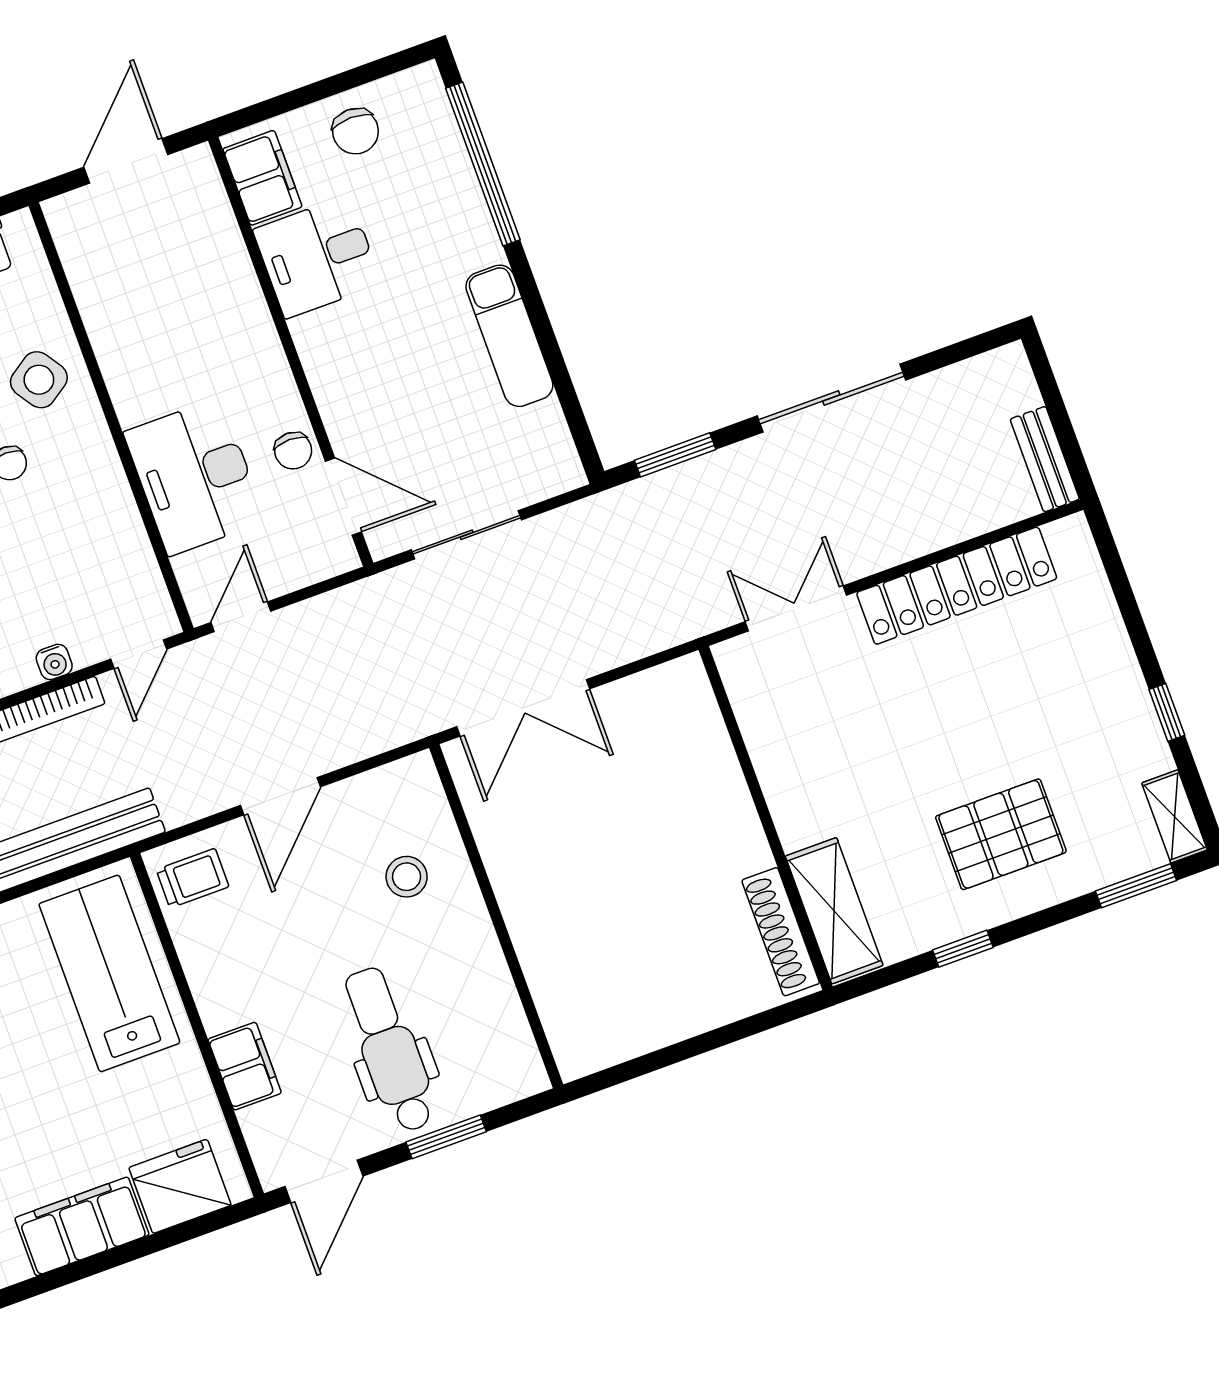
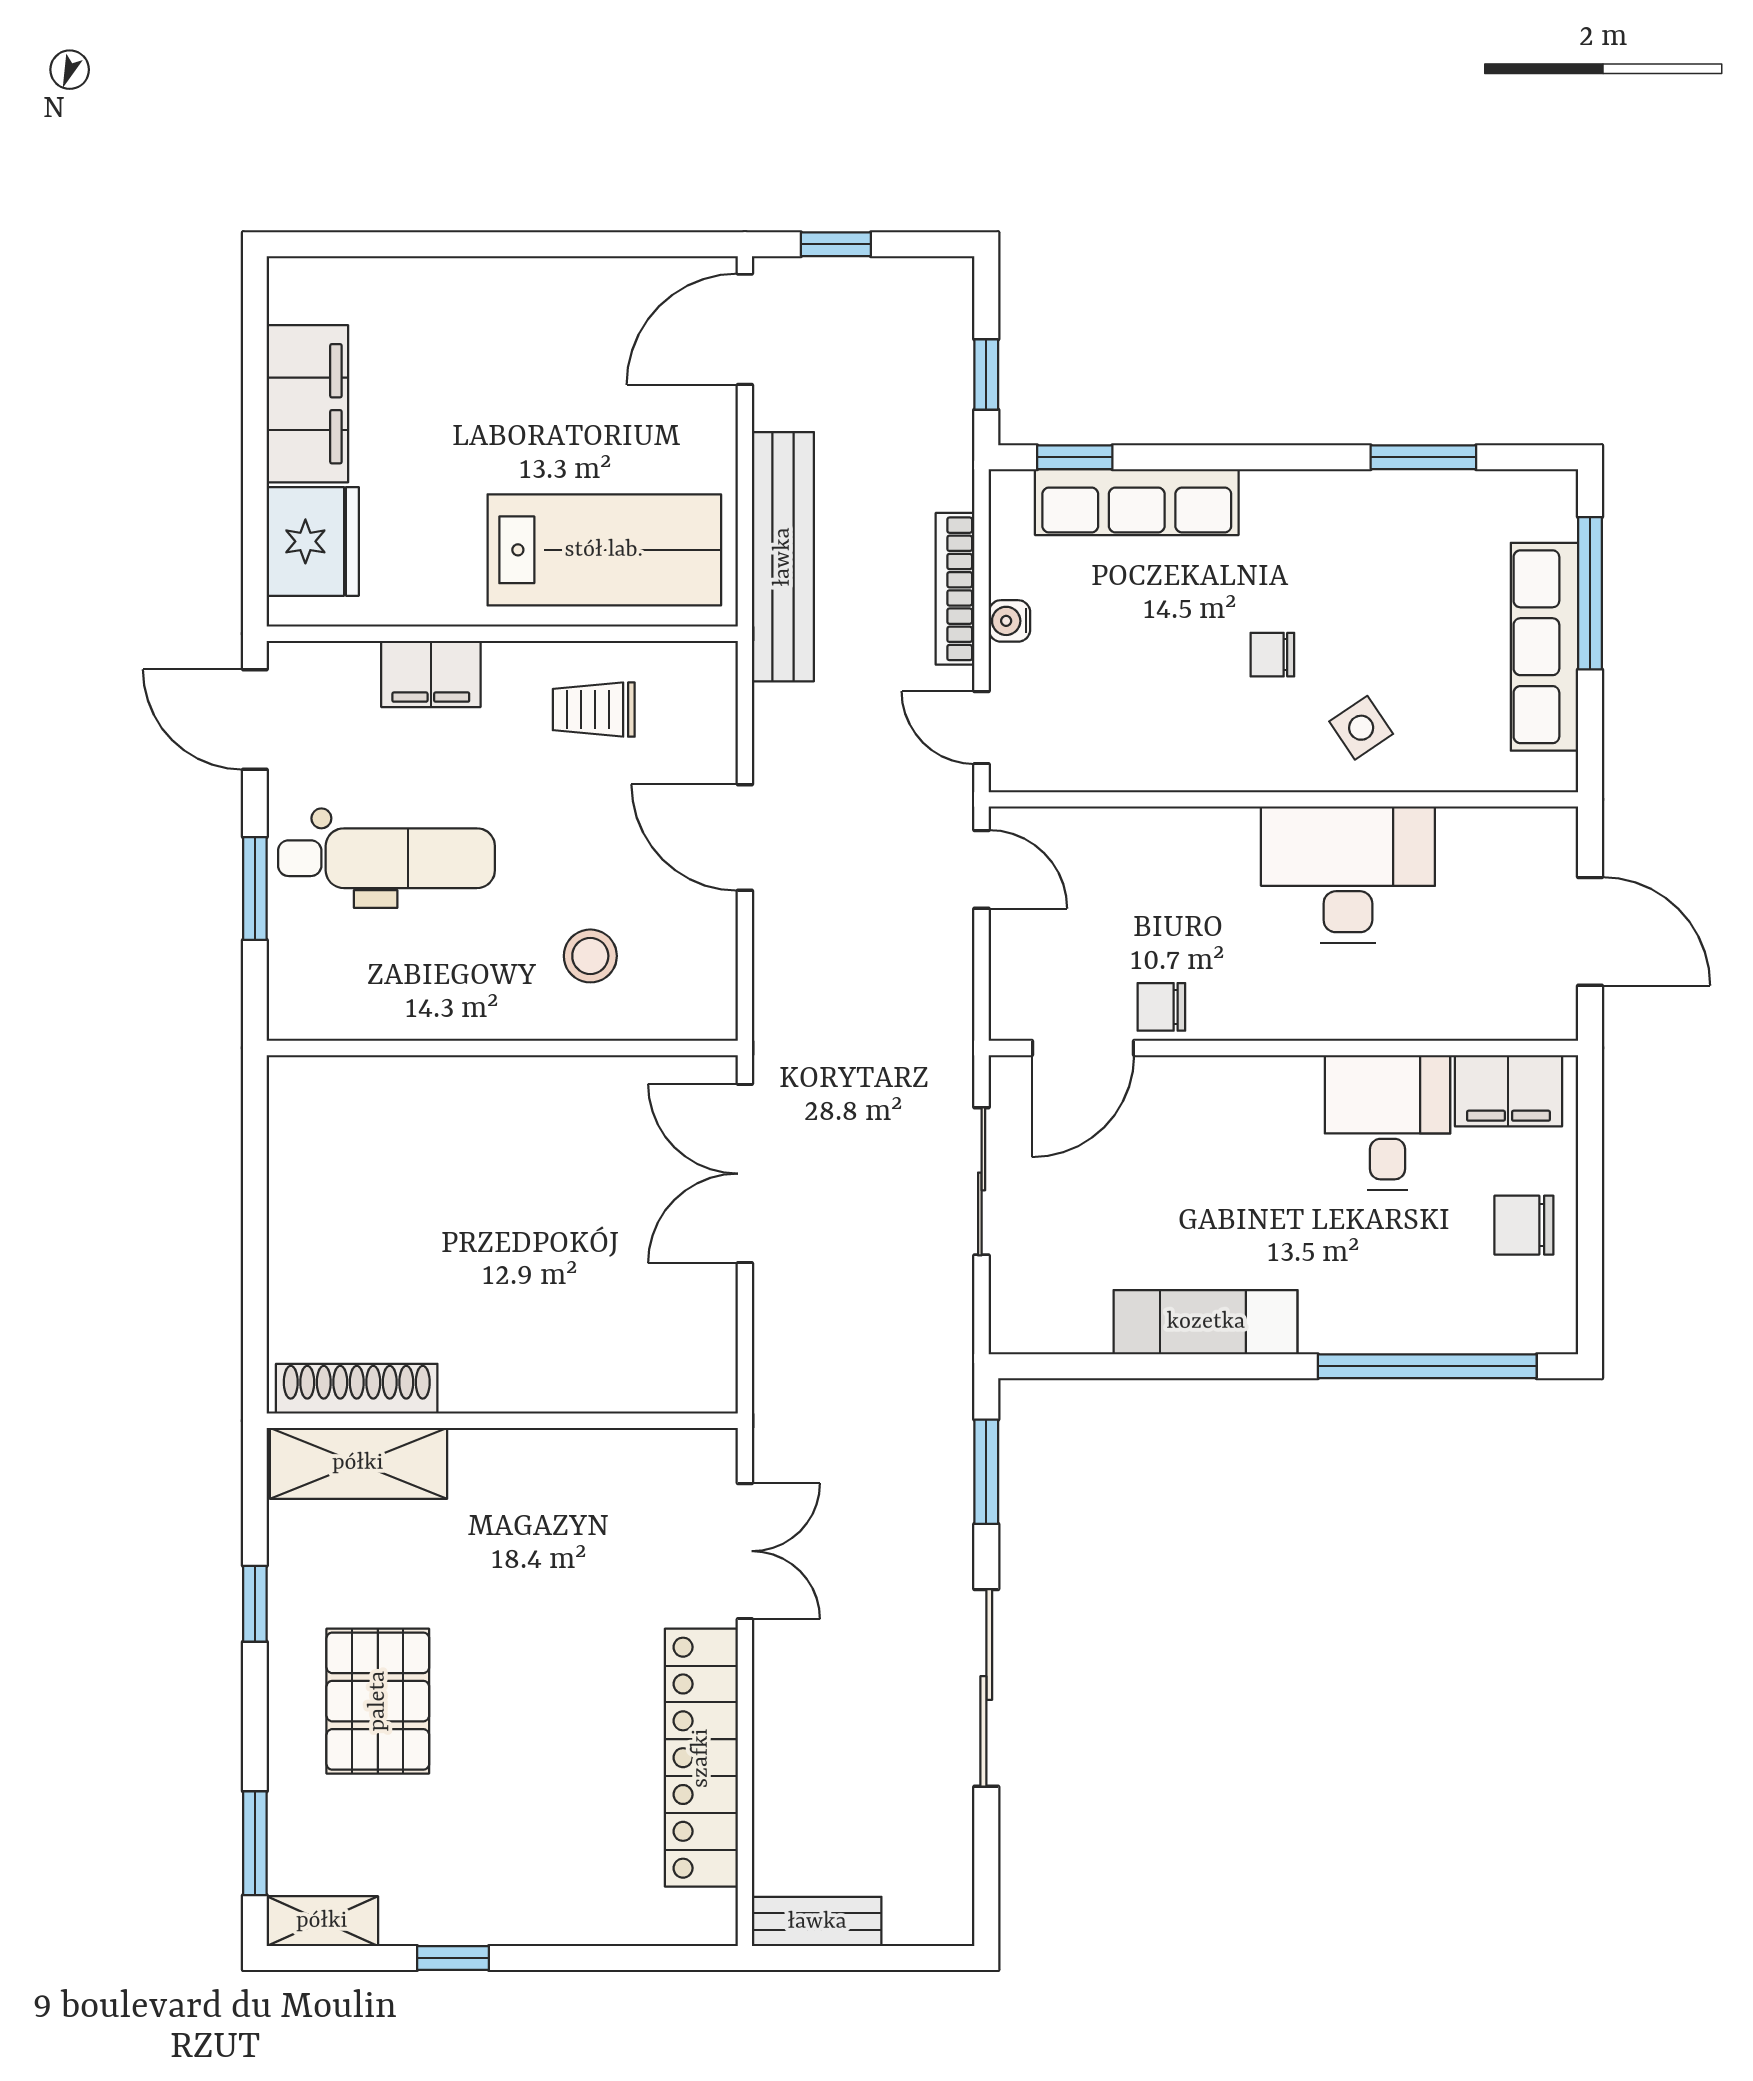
side table: (39, 380) -> (1361, 728), width x0.73, depth x0.73
desk: (195, 477) -> (1348, 875), moved
trolley: (193, 878) -> (594, 710), moved, turned 90

